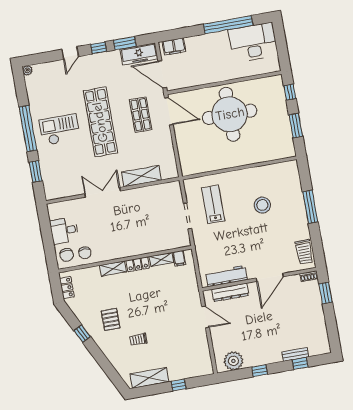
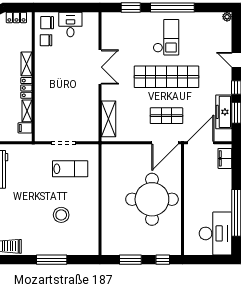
freezer: (139, 54) -> (224, 112), moved
shelving: (141, 176) -> (109, 119), moved

